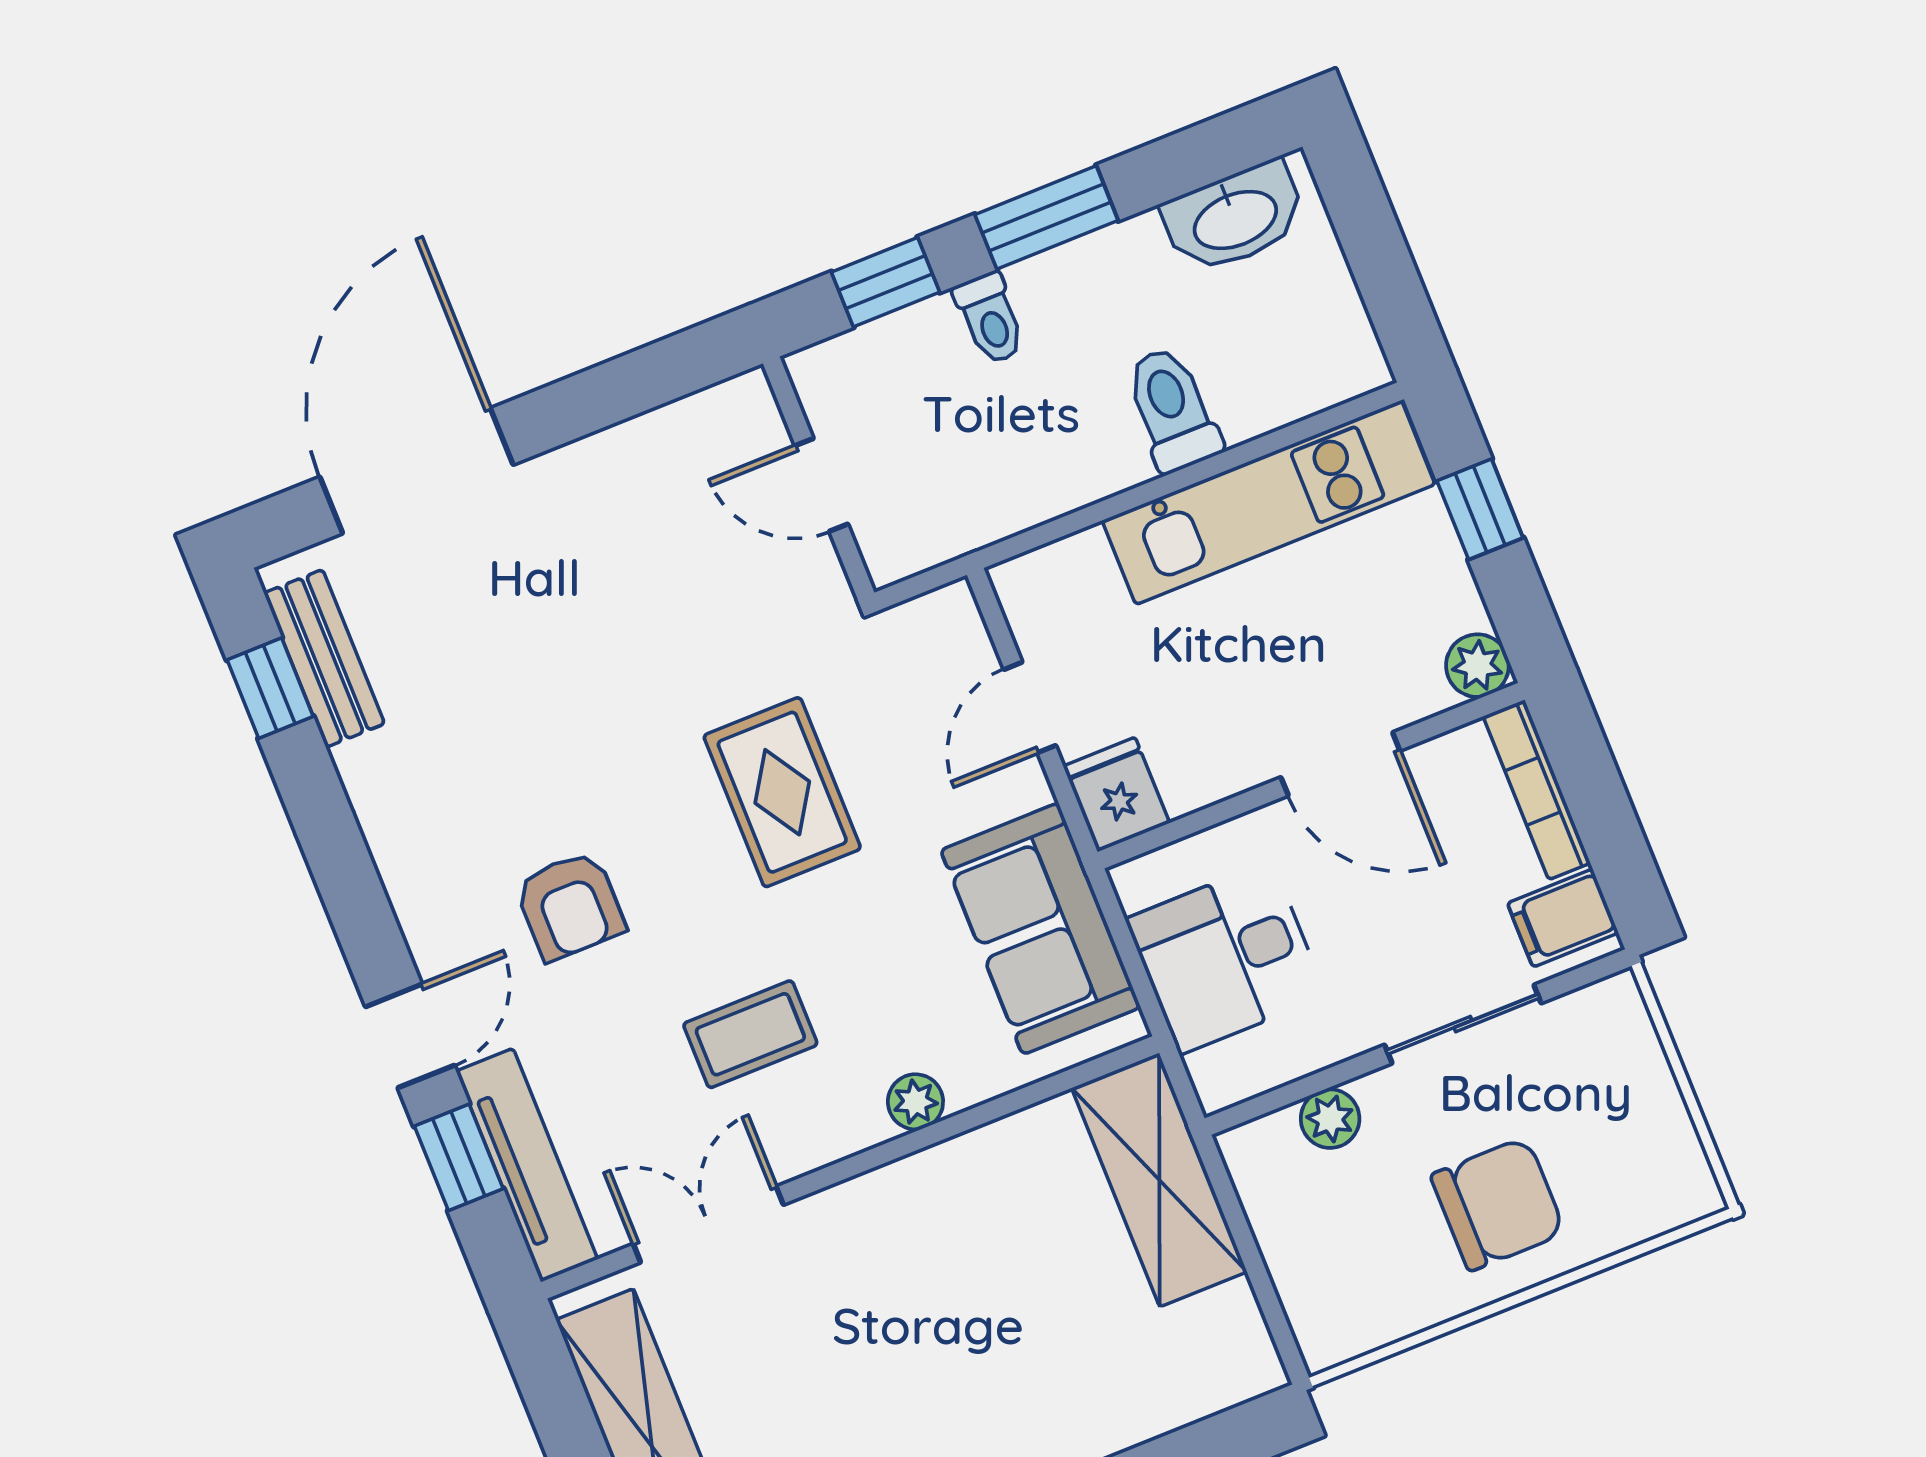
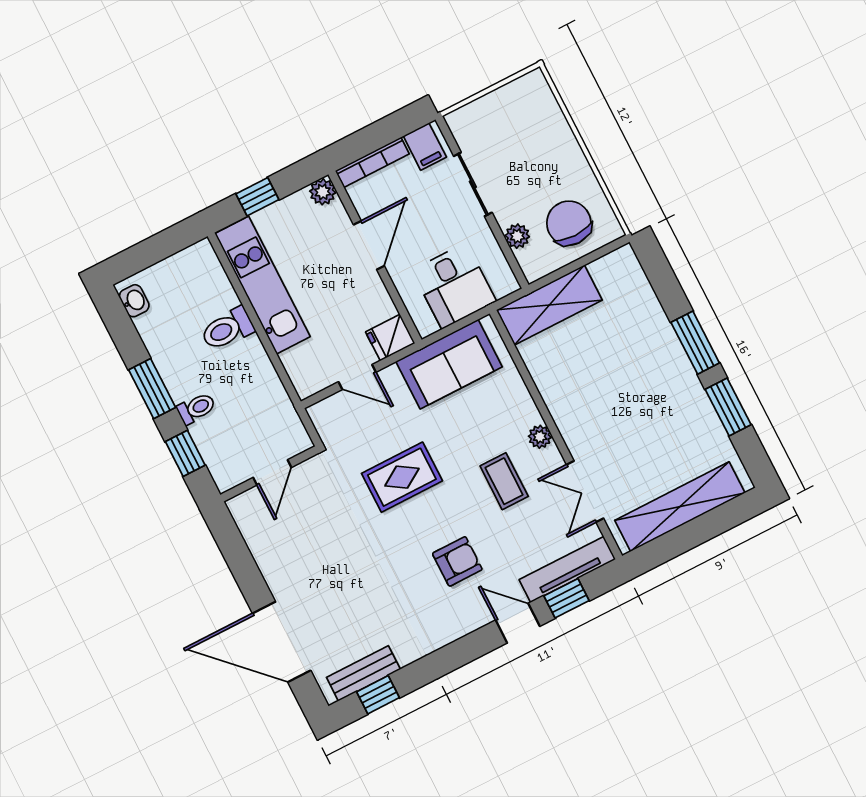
washbasin: (1234, 218) -> (134, 301), width x0.52, depth x0.69
plant: (915, 1102) -> (540, 437), moved
chair: (1498, 1204) -> (569, 223), moved

